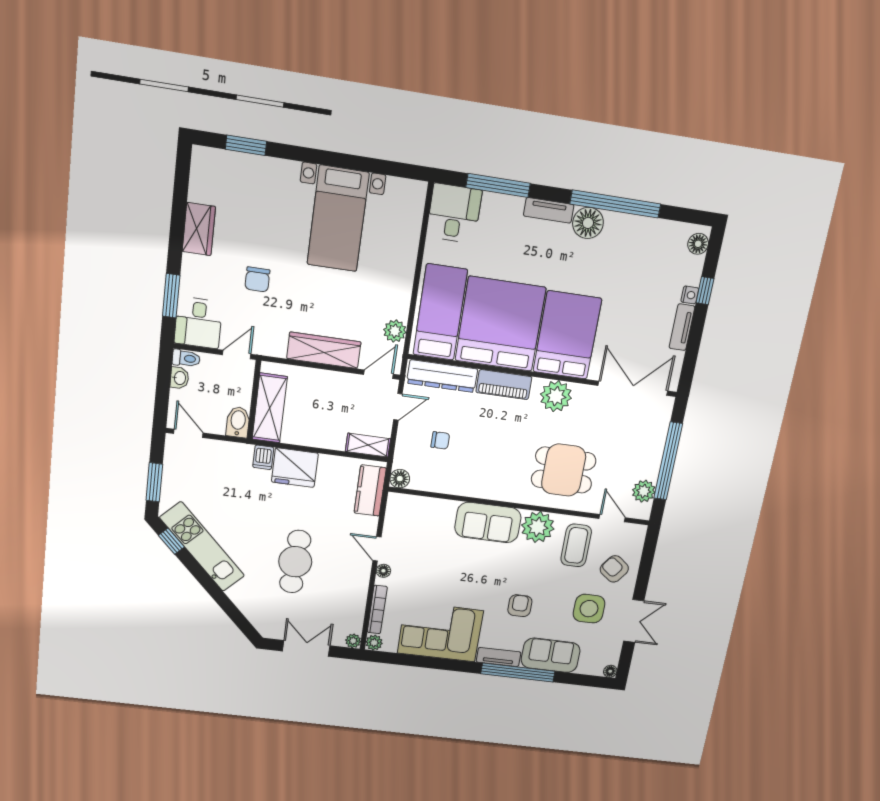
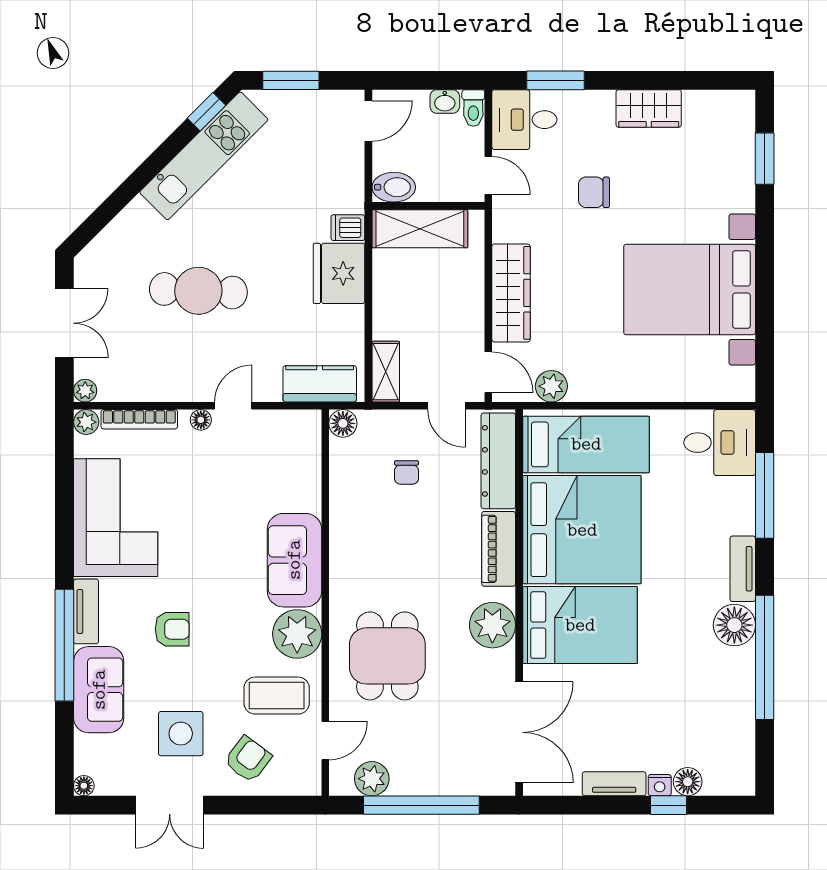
bed with nightstands: (338, 219) -> (690, 289), width x1.36
floor lamp: (698, 244) -> (688, 782), moved

